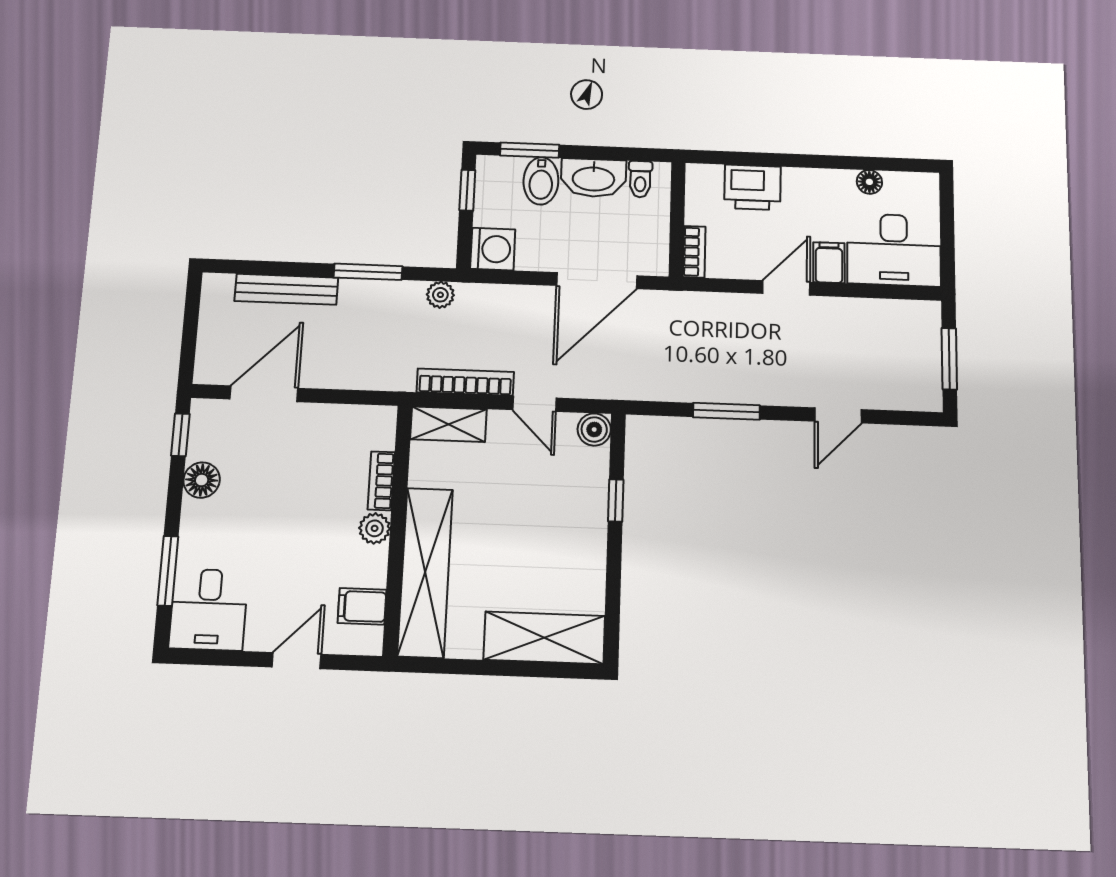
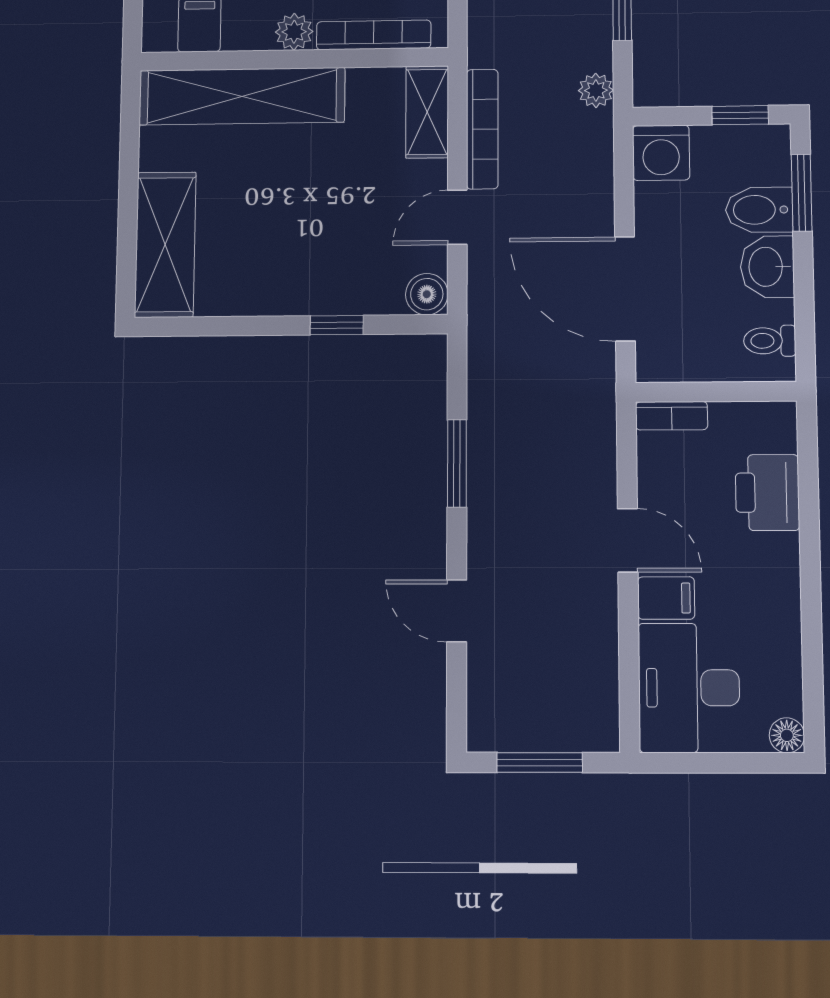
washbasin: (593, 178) -> (767, 267), width x0.72
floor lamp: (869, 182) -> (787, 735), moved
bookcase: (381, 481) -> (374, 35), width x1.56

